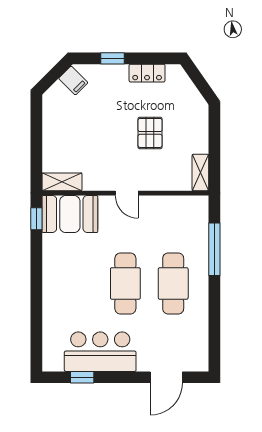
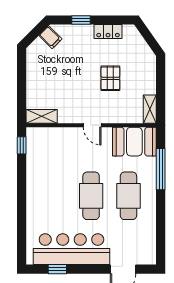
booth: (70, 214) -> (134, 142), moved
bar counter: (100, 352) -> (71, 249), width x1.36

